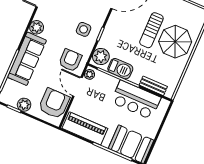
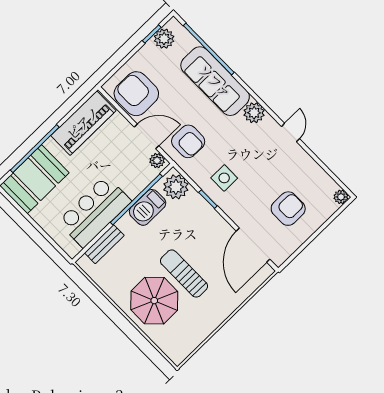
armchair: (54, 103) -> (136, 94), turned 180
plant: (24, 105) -> (164, 39), moved

